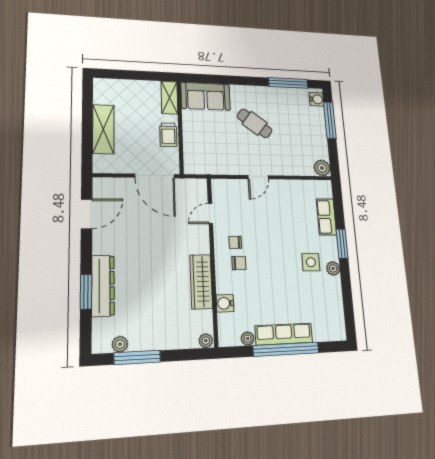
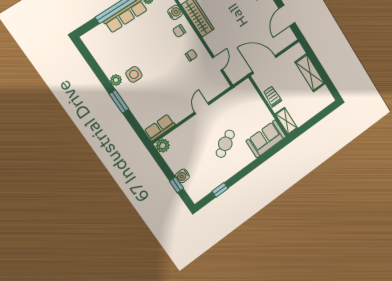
window: (288, 83) -> (220, 190), width x0.46
water cooler: (317, 99) -> (182, 176), moved
window: (330, 120) -> (177, 185), width x0.46
cafe table: (255, 123) -> (225, 144), turned -67
row of seats: (326, 217) -> (160, 128), moved, turned -90
chair: (239, 263) -> (179, 31), moved

